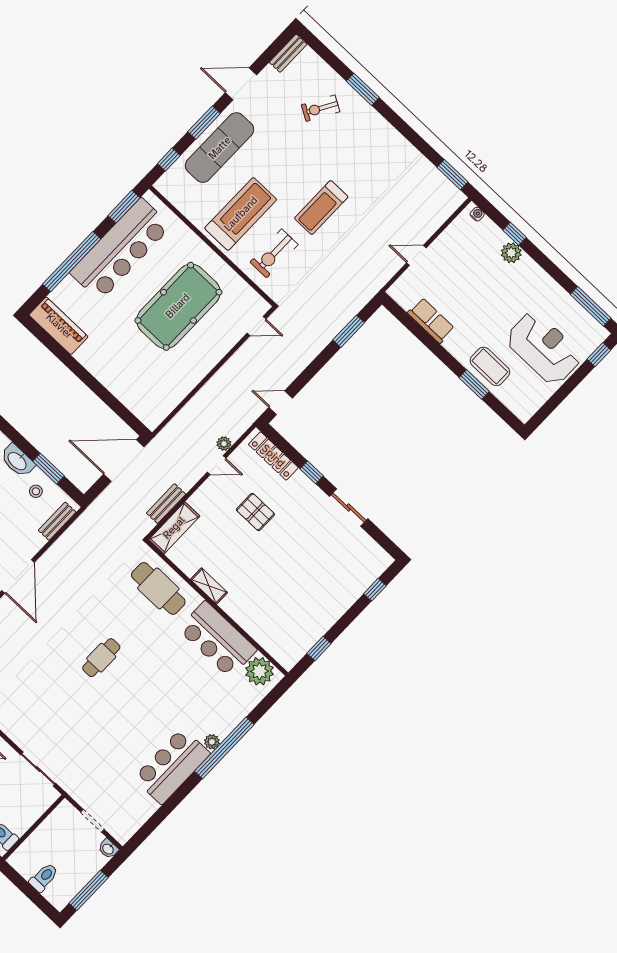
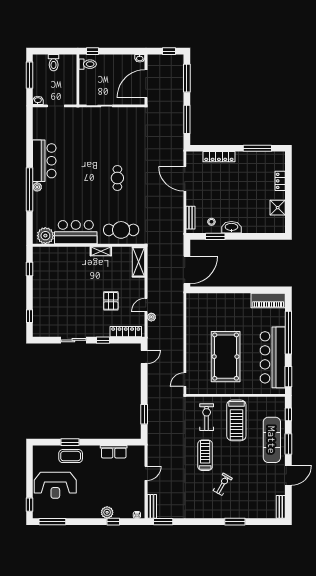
exercise bike: (321, 108) -> (223, 484), moved
bench: (166, 504) -> (152, 506), moved
pallet: (255, 512) -> (111, 301), turned 90

